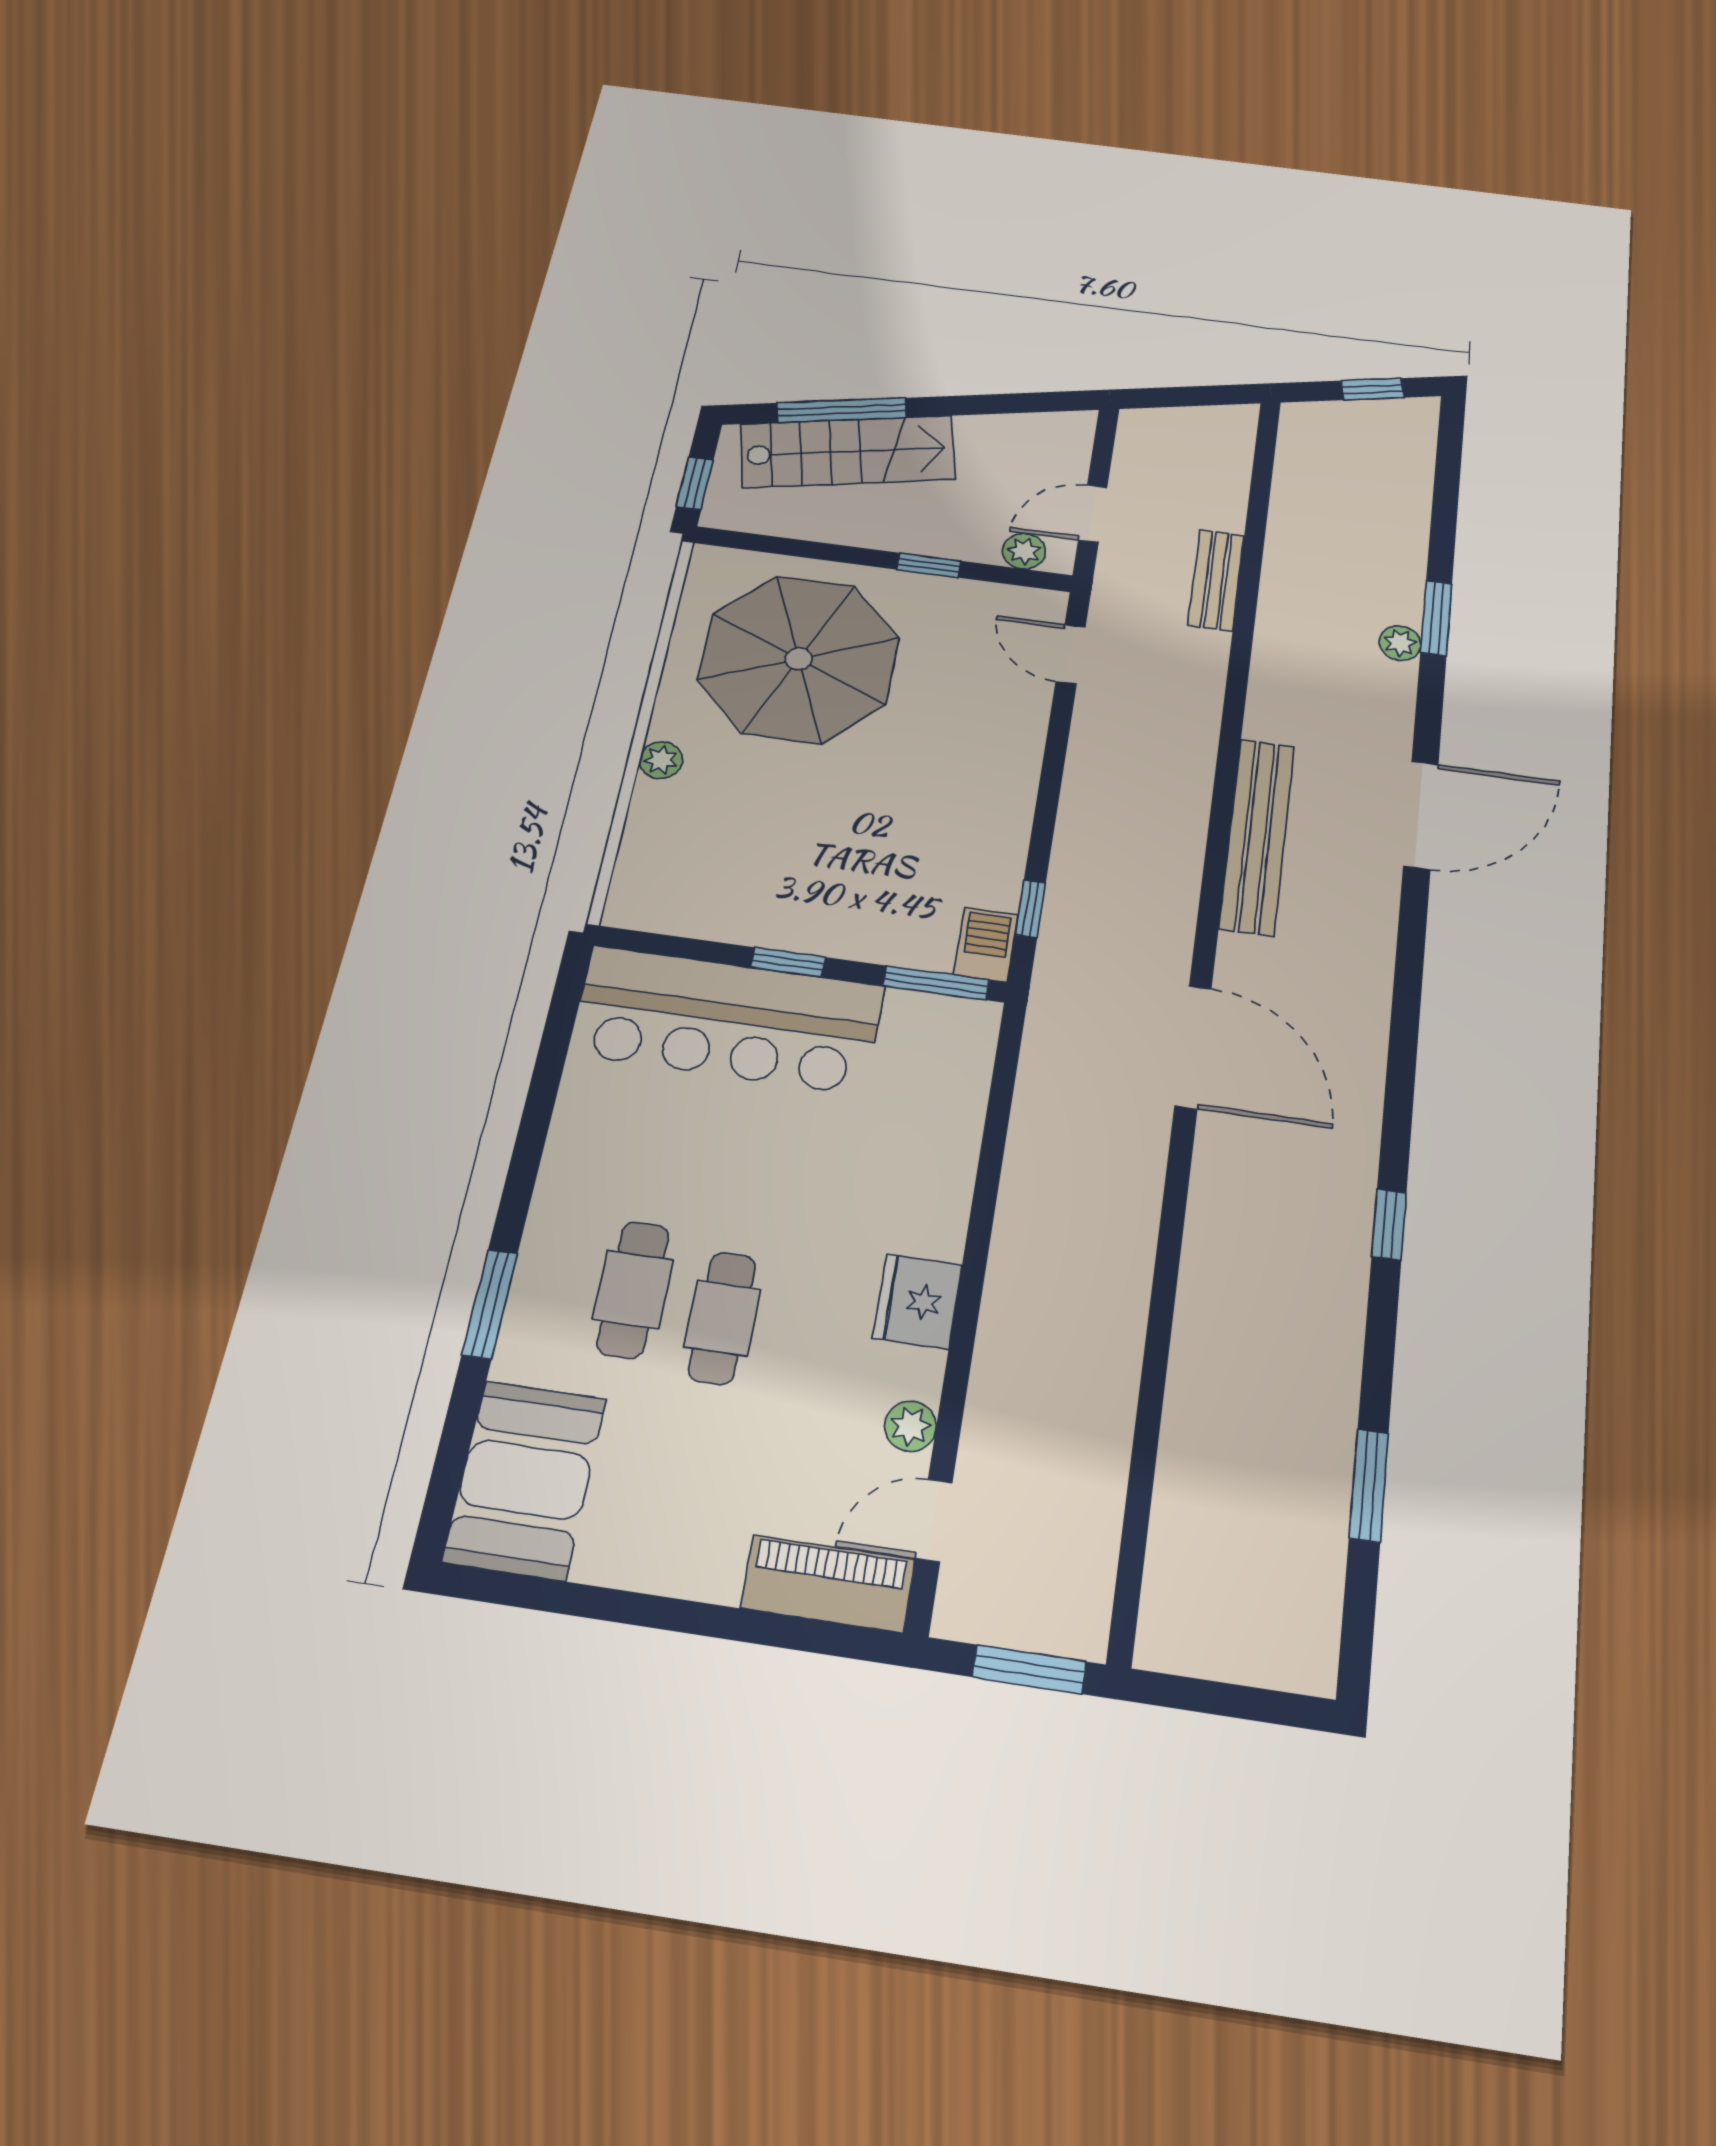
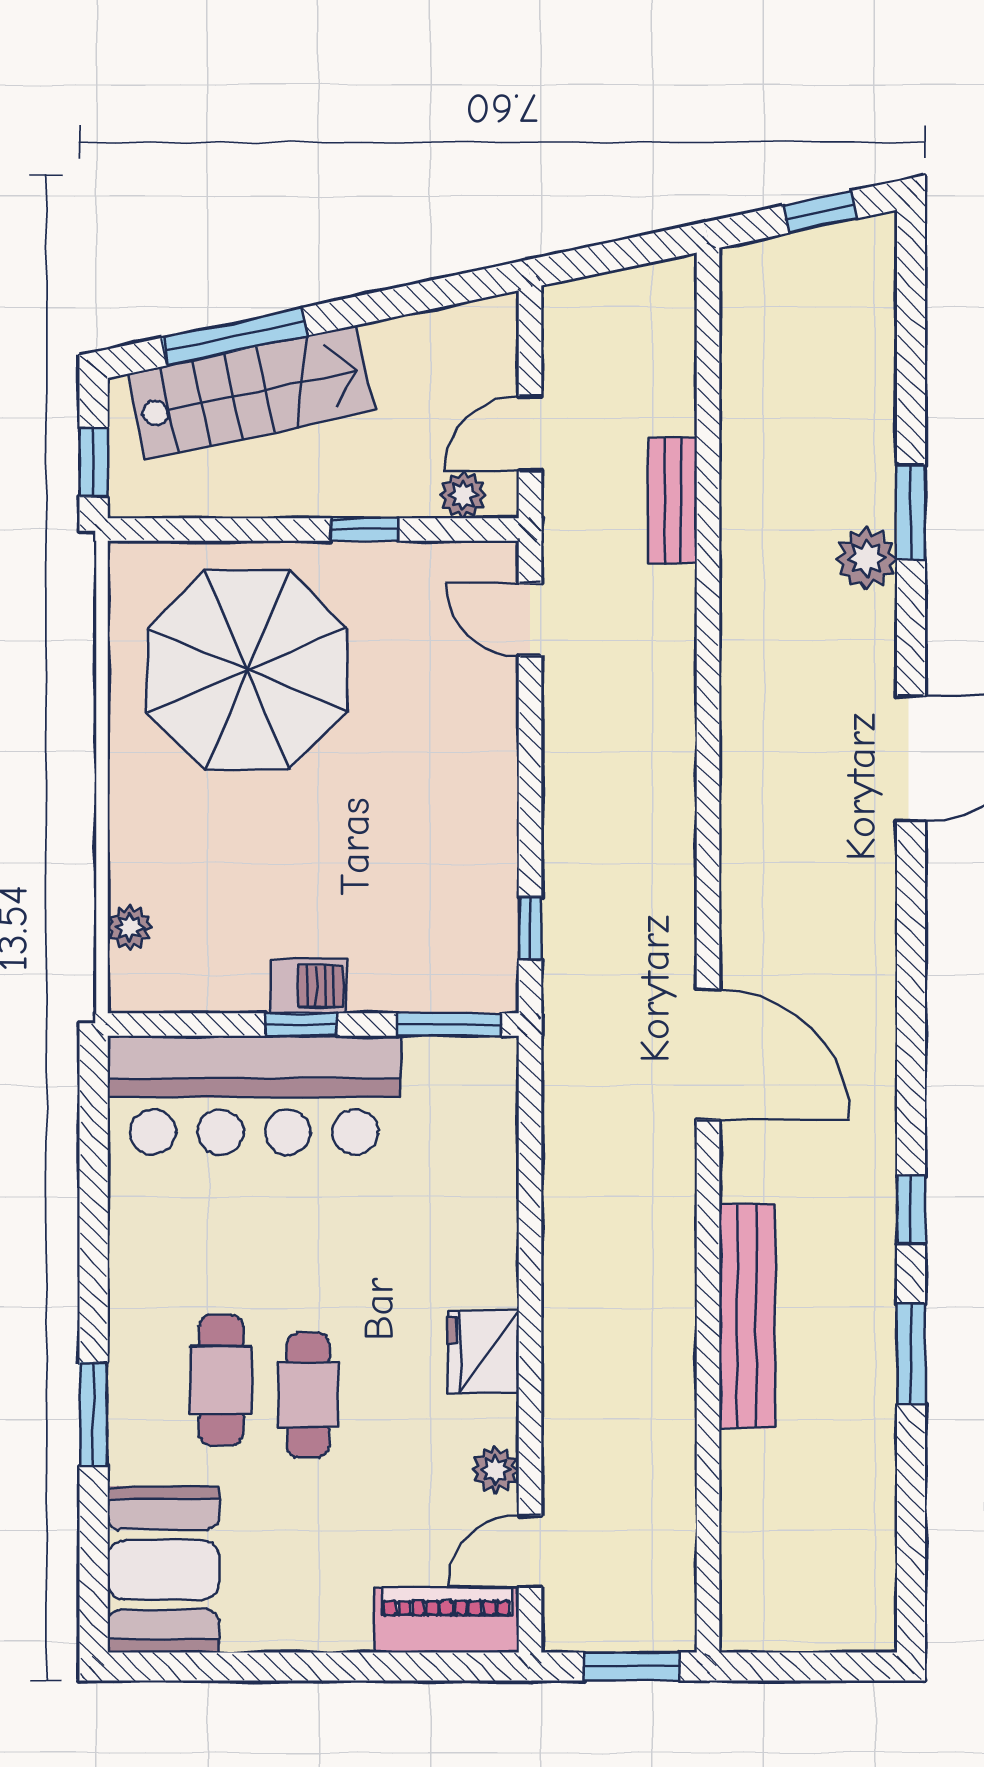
plant: (1400, 643) -> (867, 558), width x1.38, depth x1.38
plant: (661, 760) -> (130, 927), moved
bench: (1257, 836) -> (747, 1316), moved
barbecue: (986, 945) -> (309, 986), moved, turned 90
window: (1369, 1485) -> (911, 1354), moved

